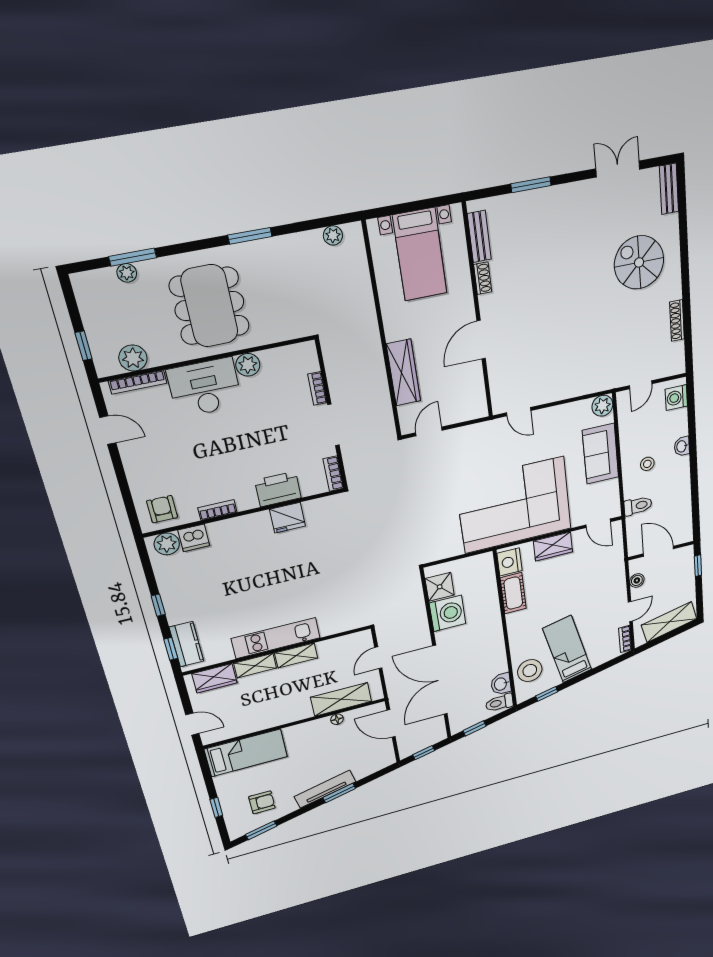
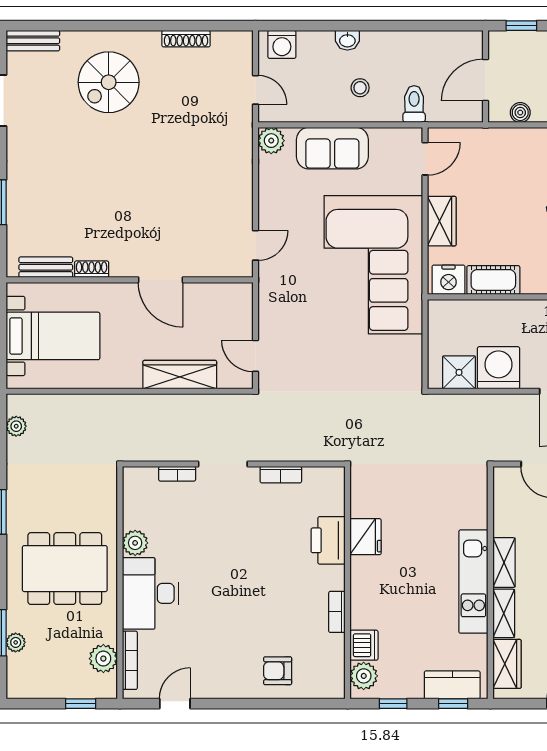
printer: (278, 489) -> (328, 540), moved
bookcase: (217, 510) -> (337, 612), moved
wall: (245, 513) -> (348, 583), moved
fridge: (288, 518) -> (366, 537), moved
dishwasher: (194, 538) -> (364, 645), moved
plant: (167, 544) -> (364, 676), moved

